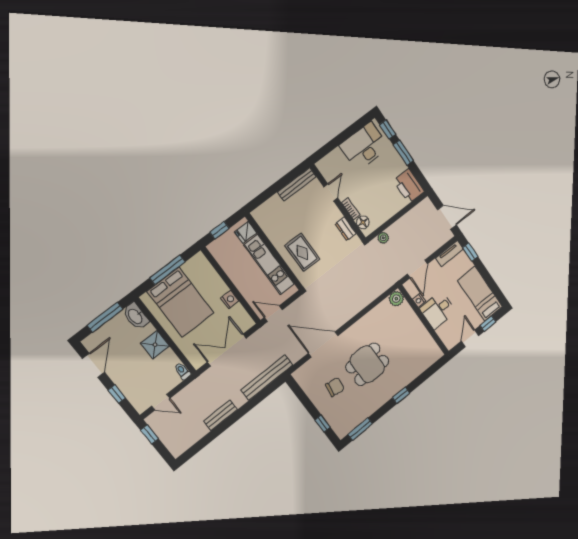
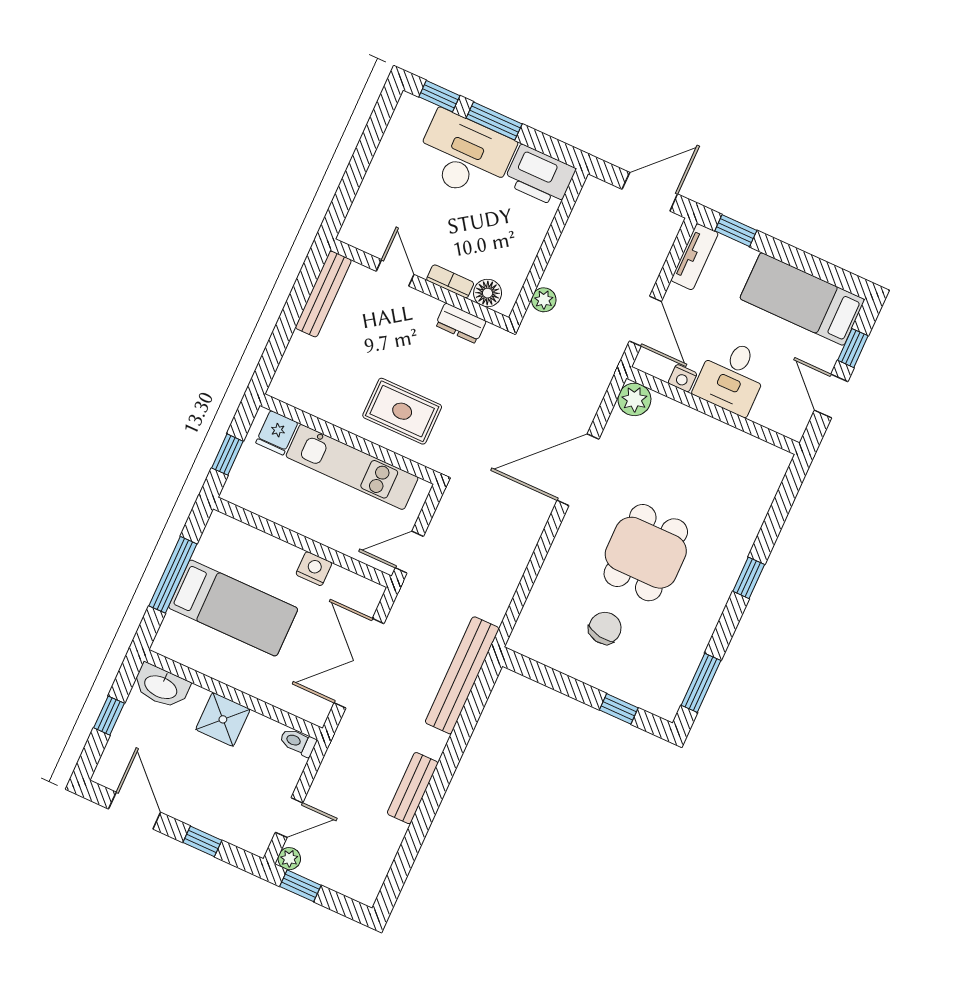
desk: (364, 146) -> (464, 155), moved, turned 90
bed: (181, 302) -> (233, 608), width x0.67
window: (105, 317) -> (109, 716), width x0.46
door: (323, 344) -> (578, 470), moved
plant: (151, 420) -> (289, 859), added

